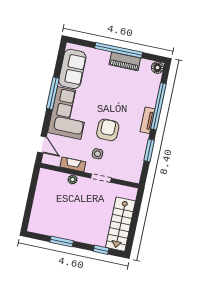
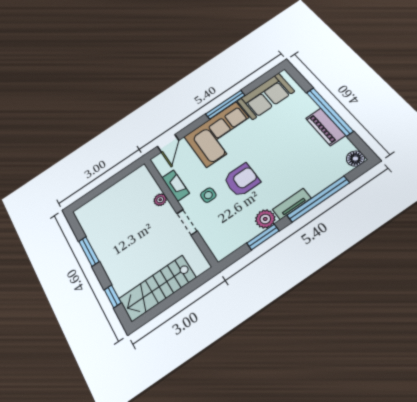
plant: (141, 140) -> (265, 219), added

